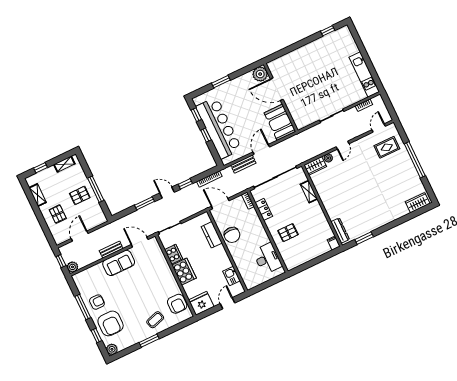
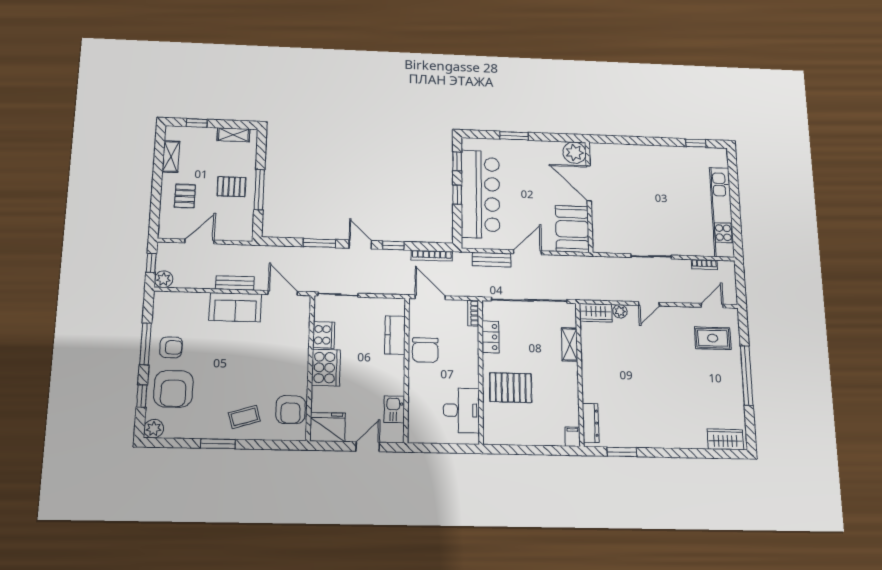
kitchen unit: (364, 74) -> (722, 212), width x1.36
pallet: (288, 233) -> (511, 388), width x1.50, depth x1.42

